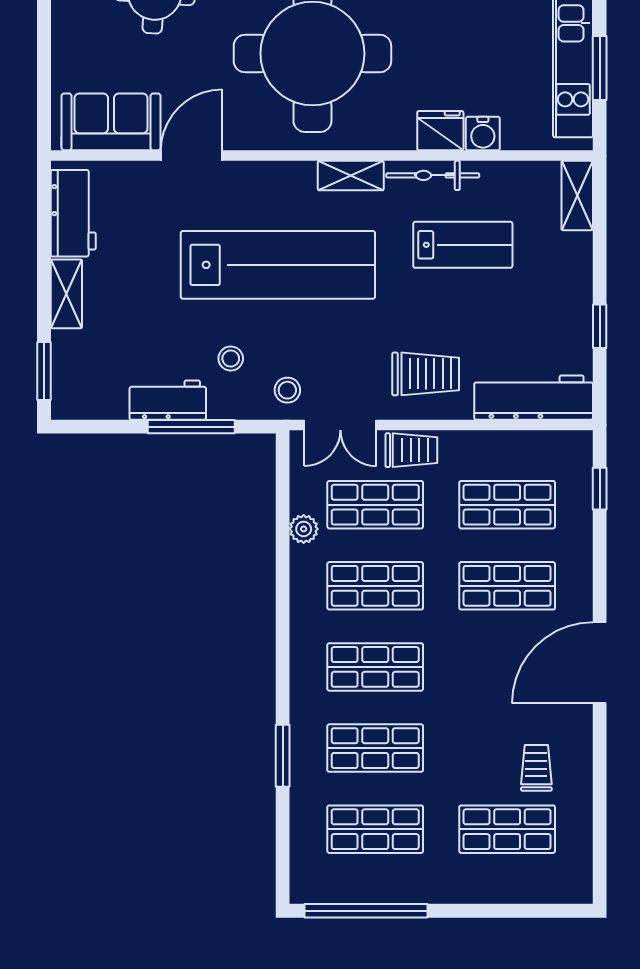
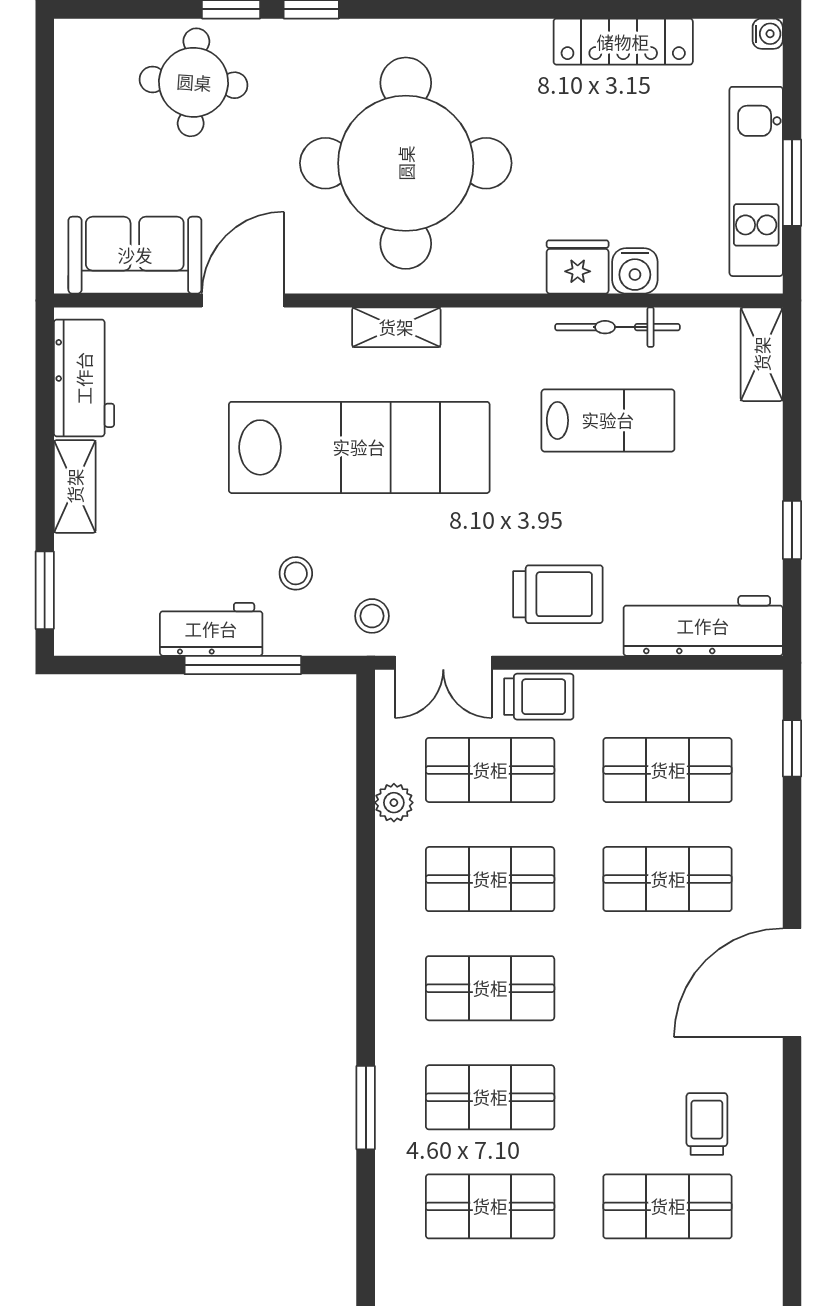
bicycle: (433, 175) -> (617, 327), moved
shelving: (351, 176) -> (396, 327), moved

